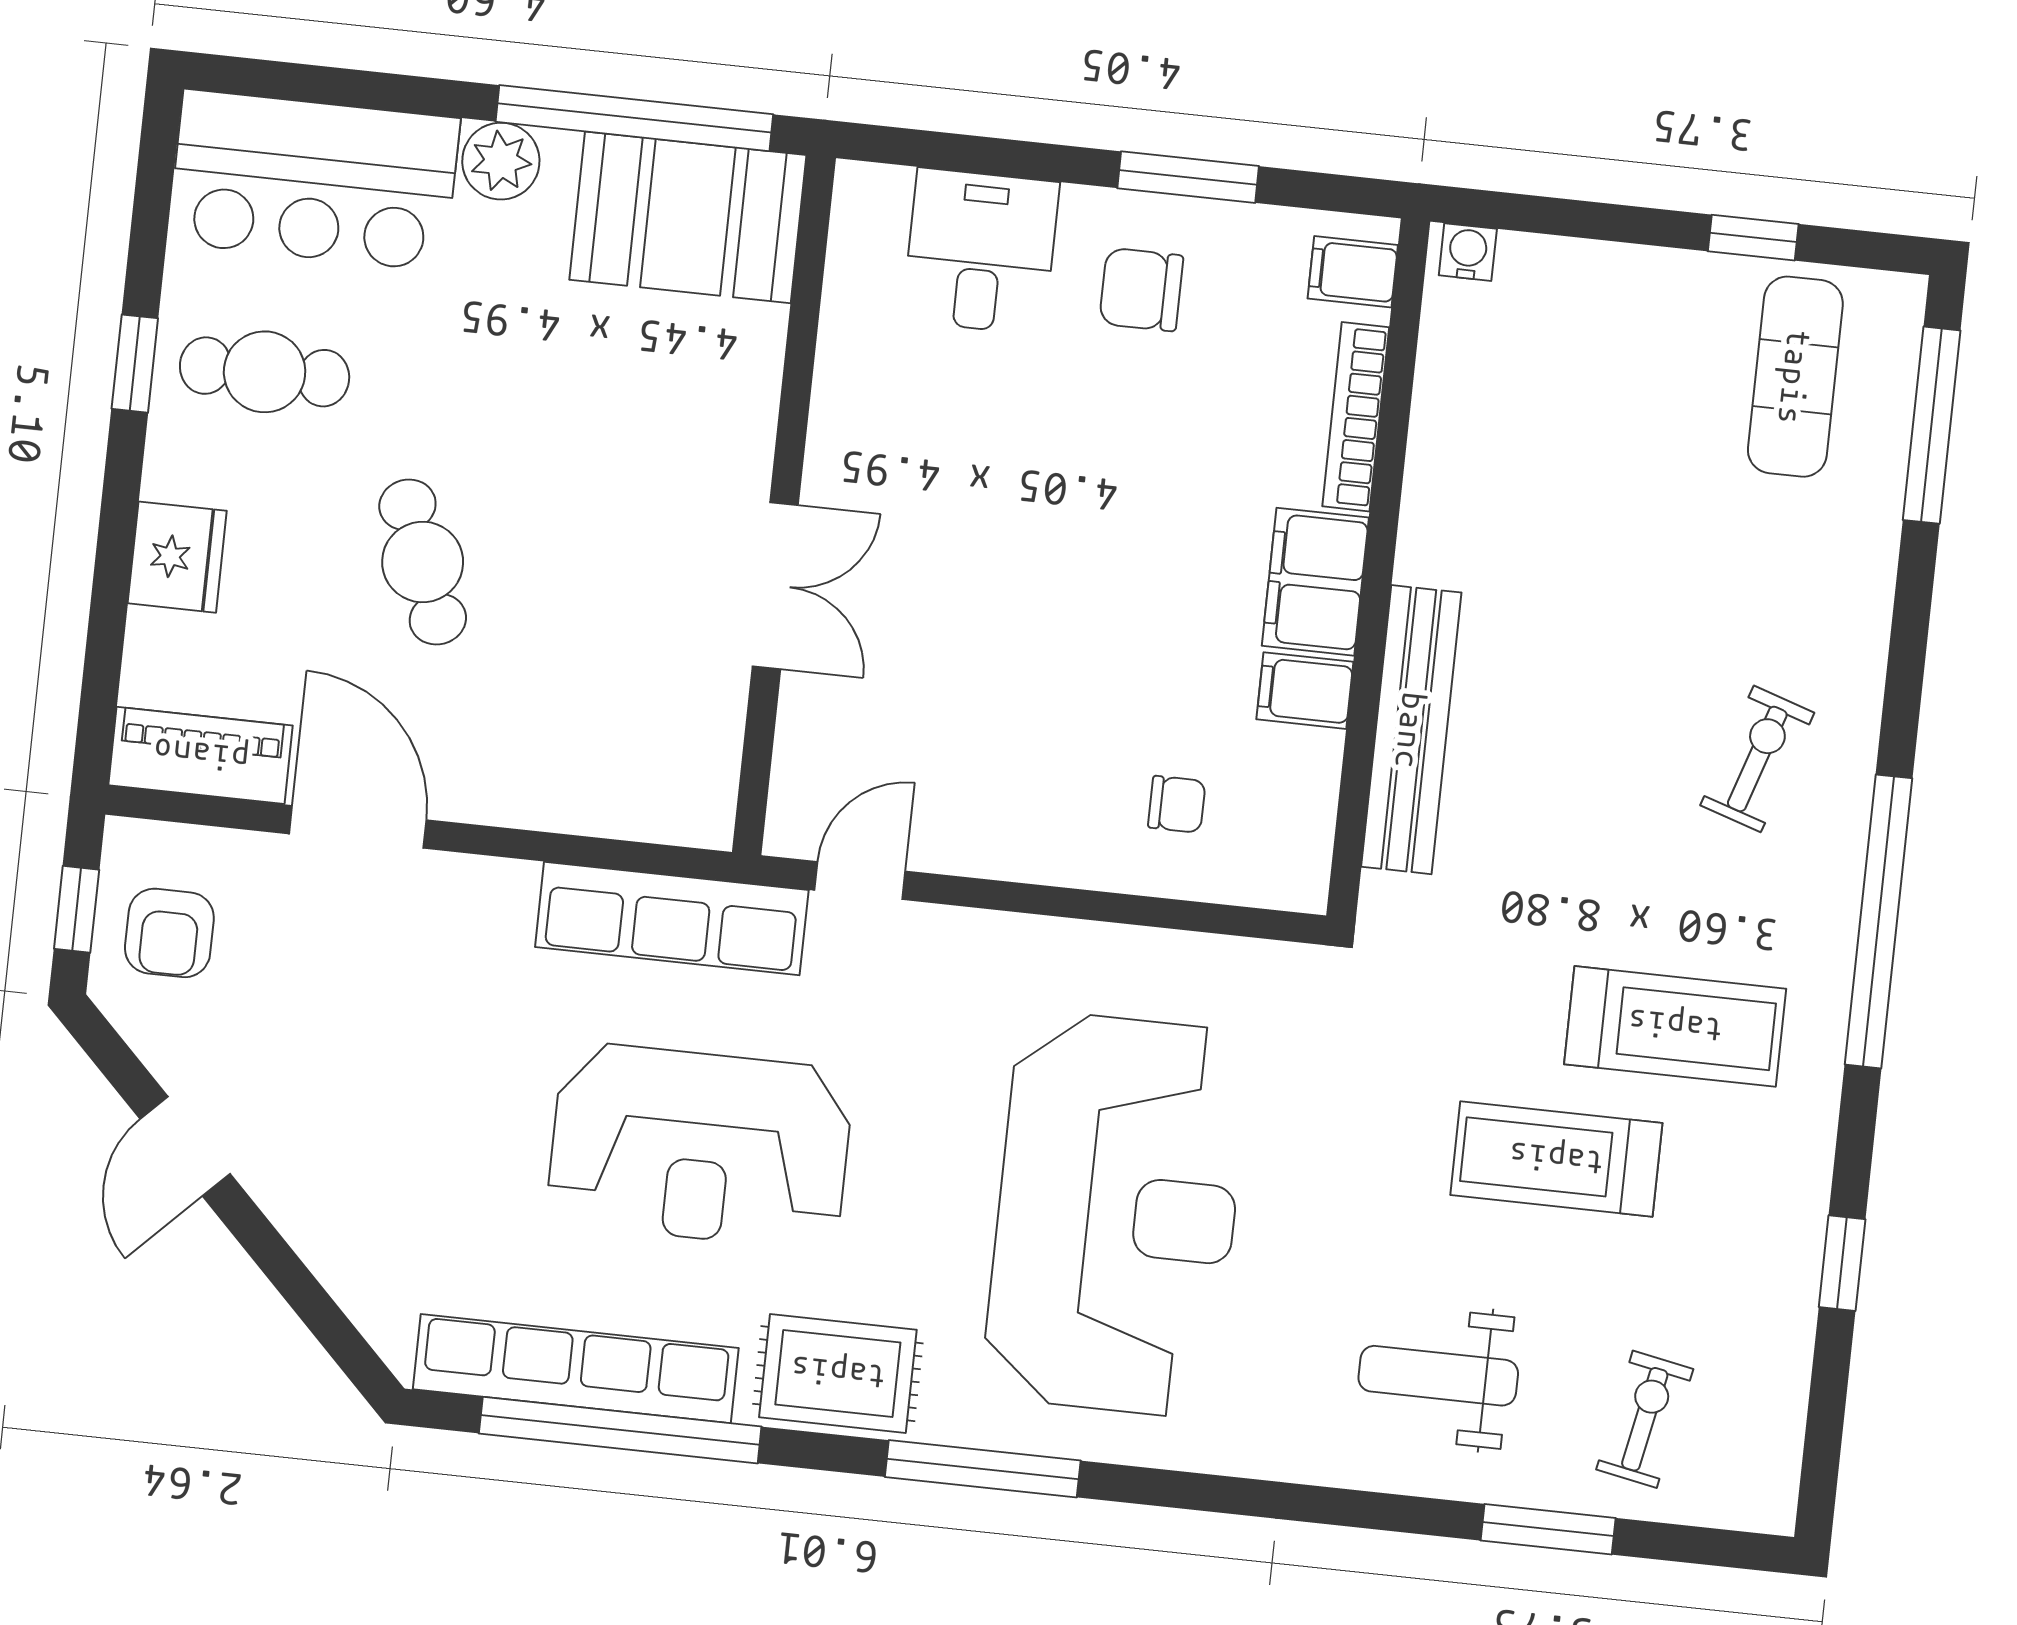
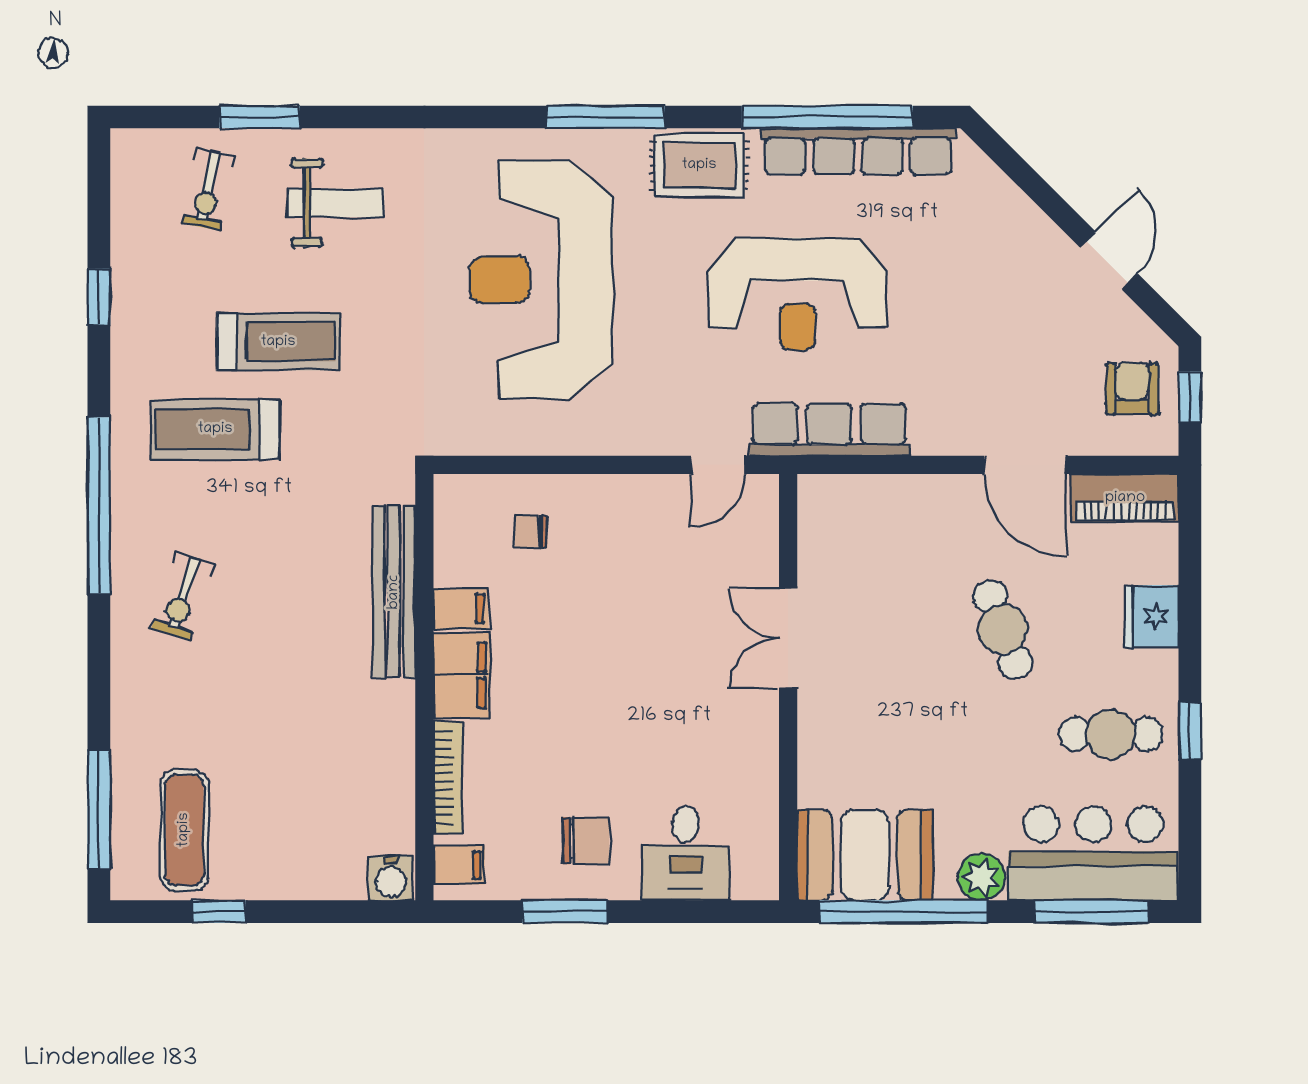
window: (327, 85) -> (1092, 912), added
water cooler: (1468, 252) -> (391, 878), width x1.38, depth x1.38
reception desk: (700, 1146) -> (797, 294), turned 180

